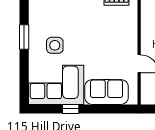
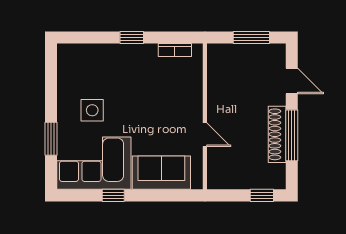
window: (24, 37) -> (51, 139), moved

